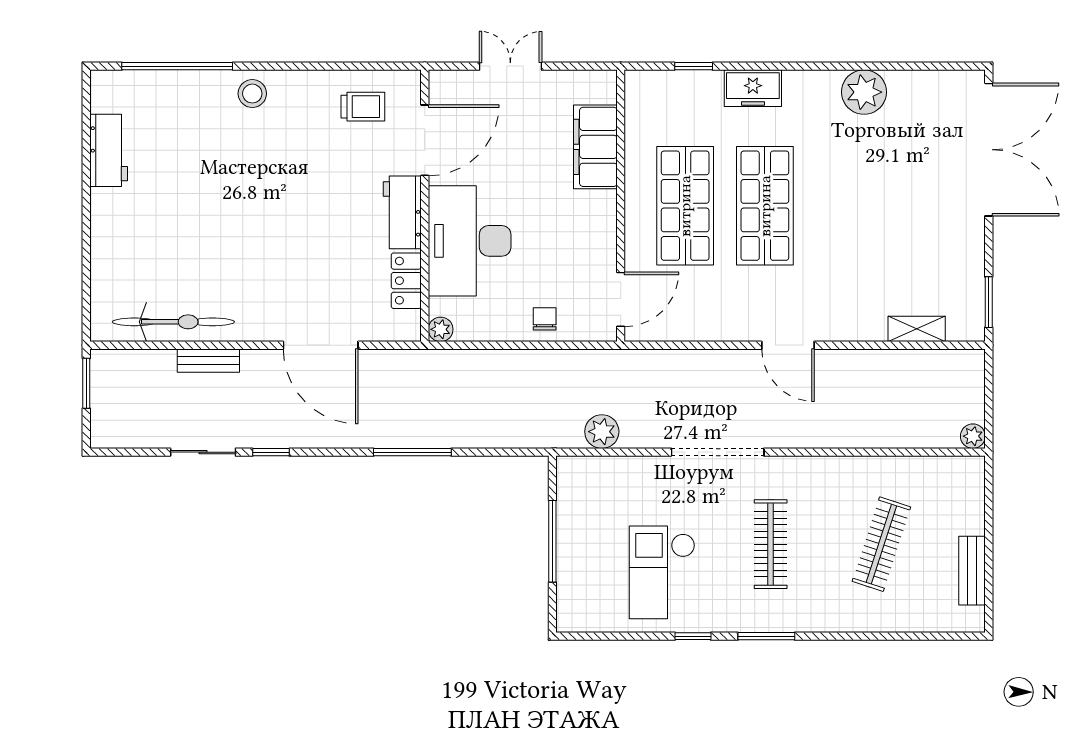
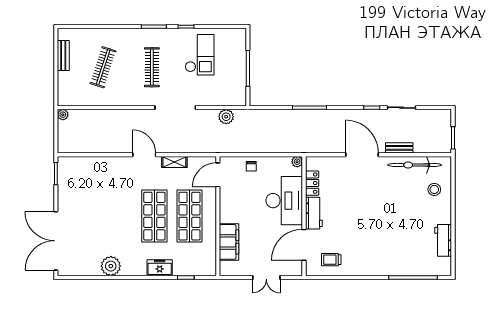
stool: (252, 94) -> (434, 189), moved
shelving: (917, 329) -> (174, 162), moved
door: (321, 345) -> (362, 155), moved

